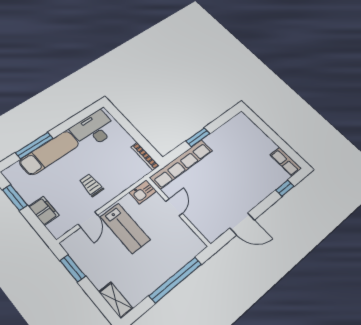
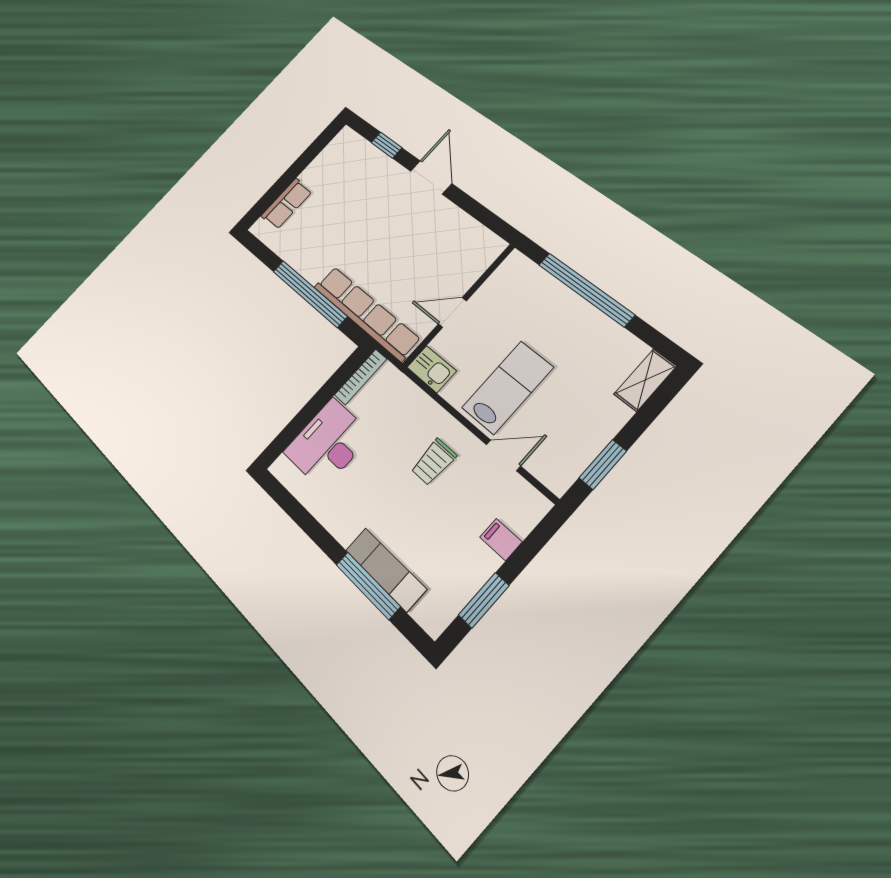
desk: (94, 129) -> (328, 443), moved, turned 90
window: (198, 137) -> (310, 294), width x2.11
exam couch: (49, 153) -> (386, 569), width x0.73, depth x0.69
row of seats: (286, 162) -> (287, 204), moved
filing cabinet: (44, 211) -> (501, 540), width x0.50
door: (242, 224) -> (431, 177), moved

